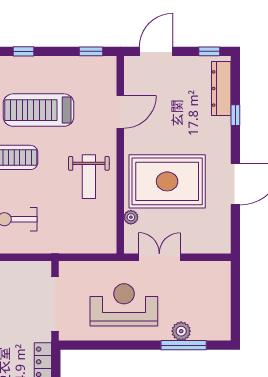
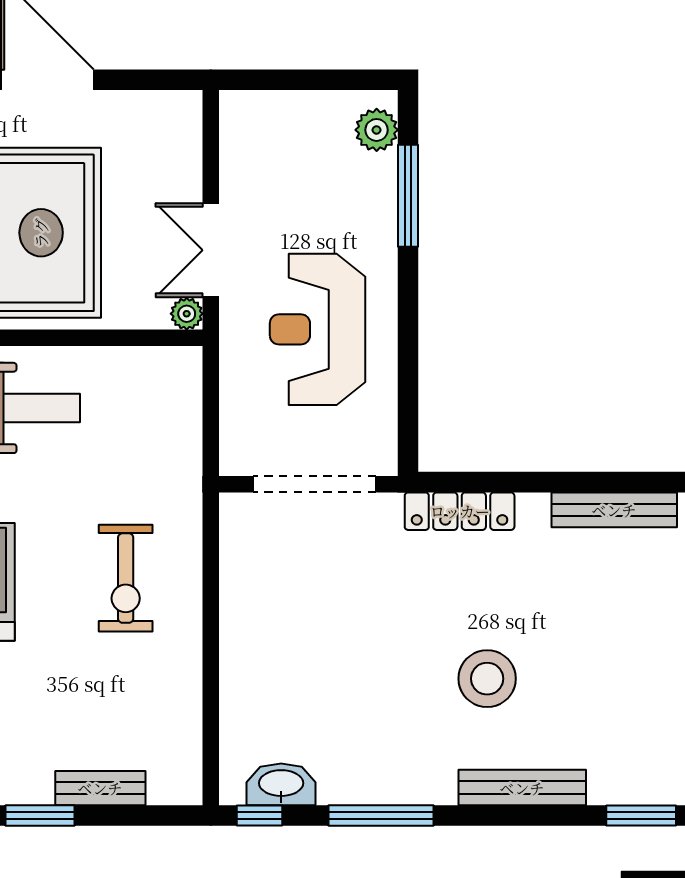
plant: (131, 217) -> (187, 314), moved
plant: (181, 331) -> (377, 130), moved

